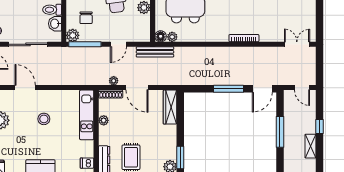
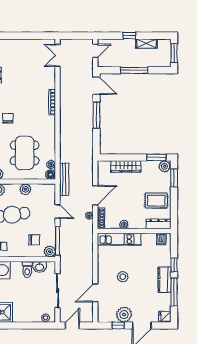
wardrobe: (170, 107) -> (126, 166), moved

